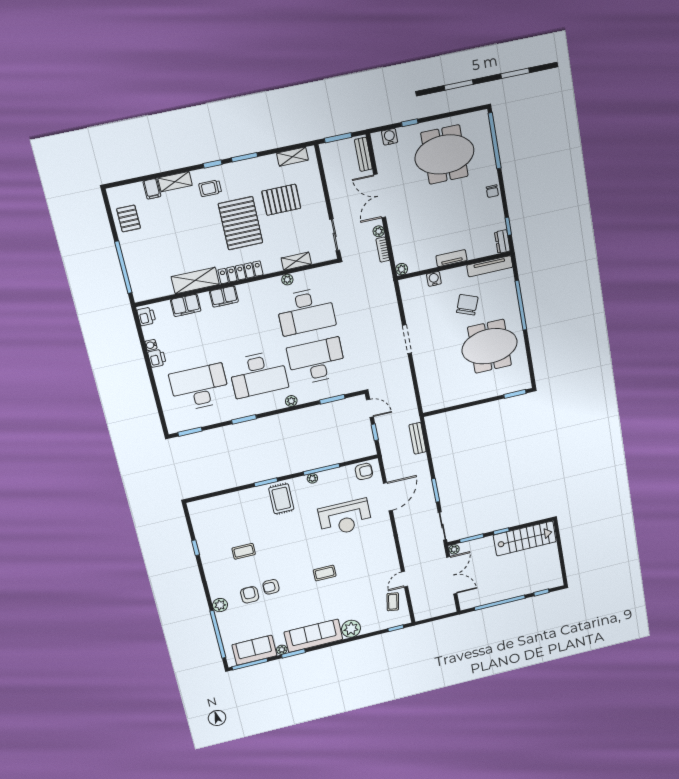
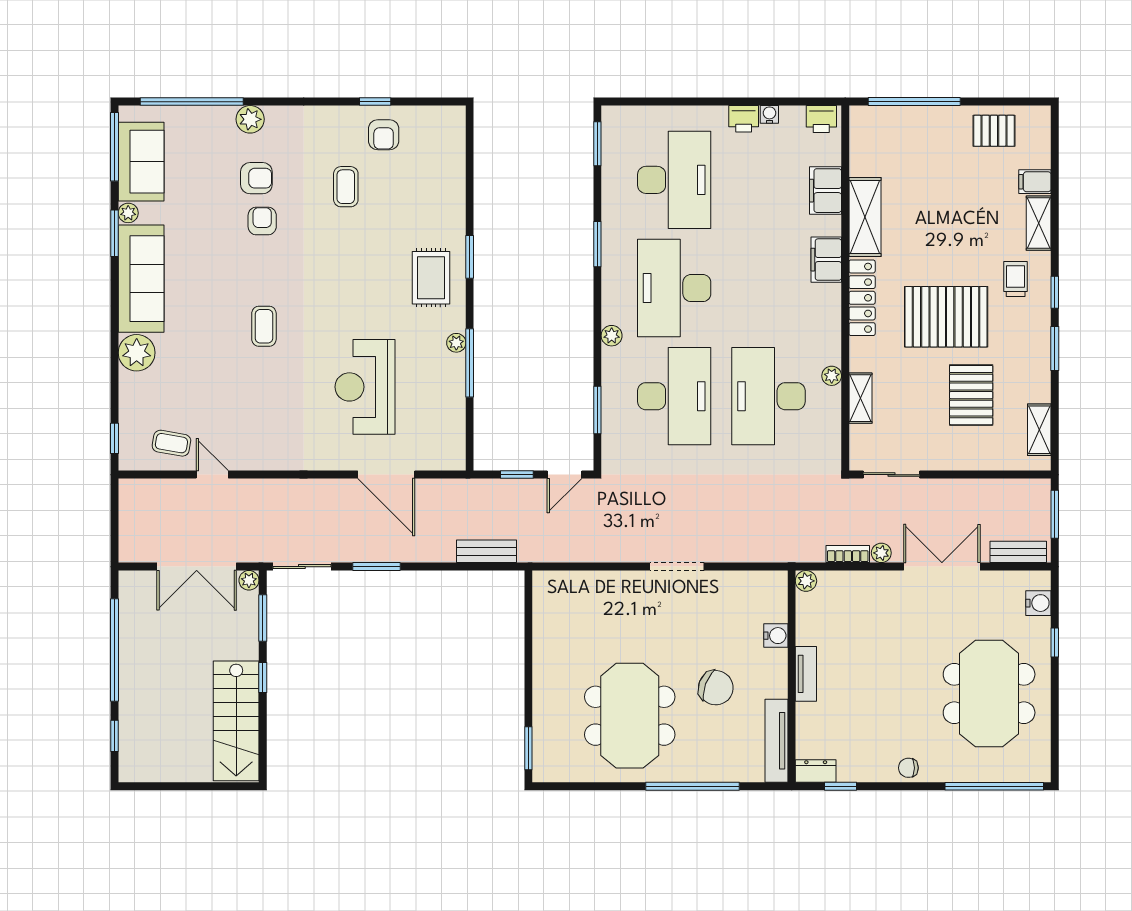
armchair: (364, 471) -> (384, 135), moved
rug: (281, 499) -> (431, 278), turned 90

